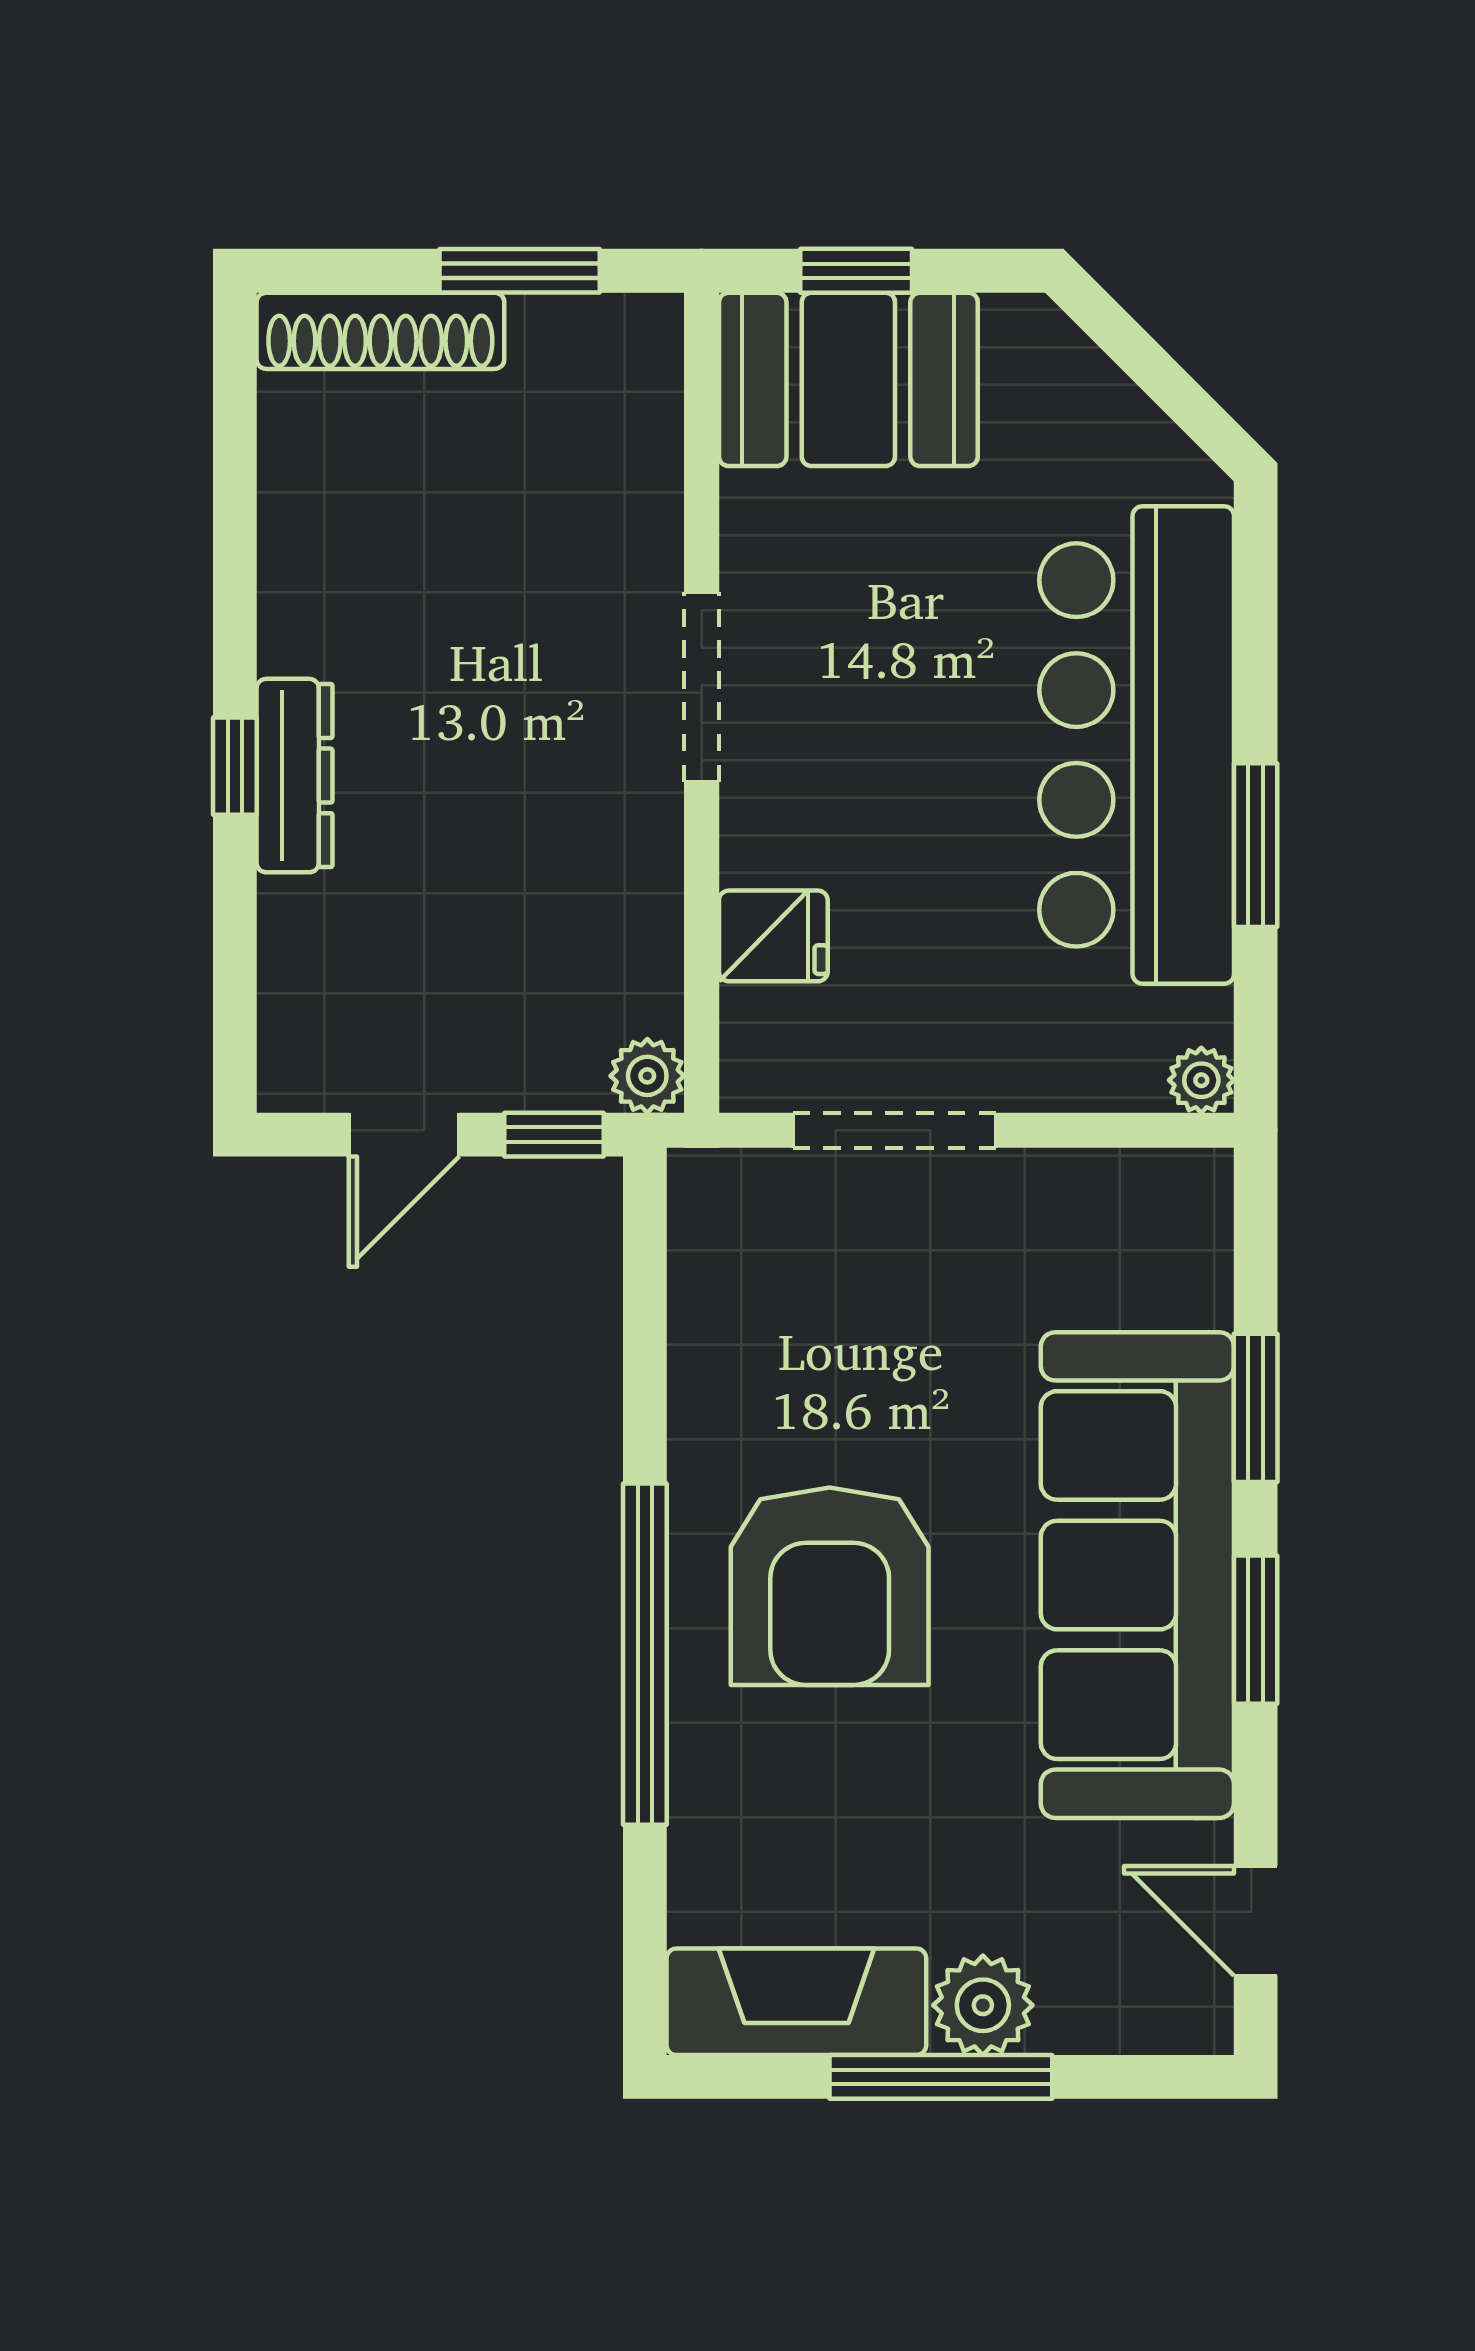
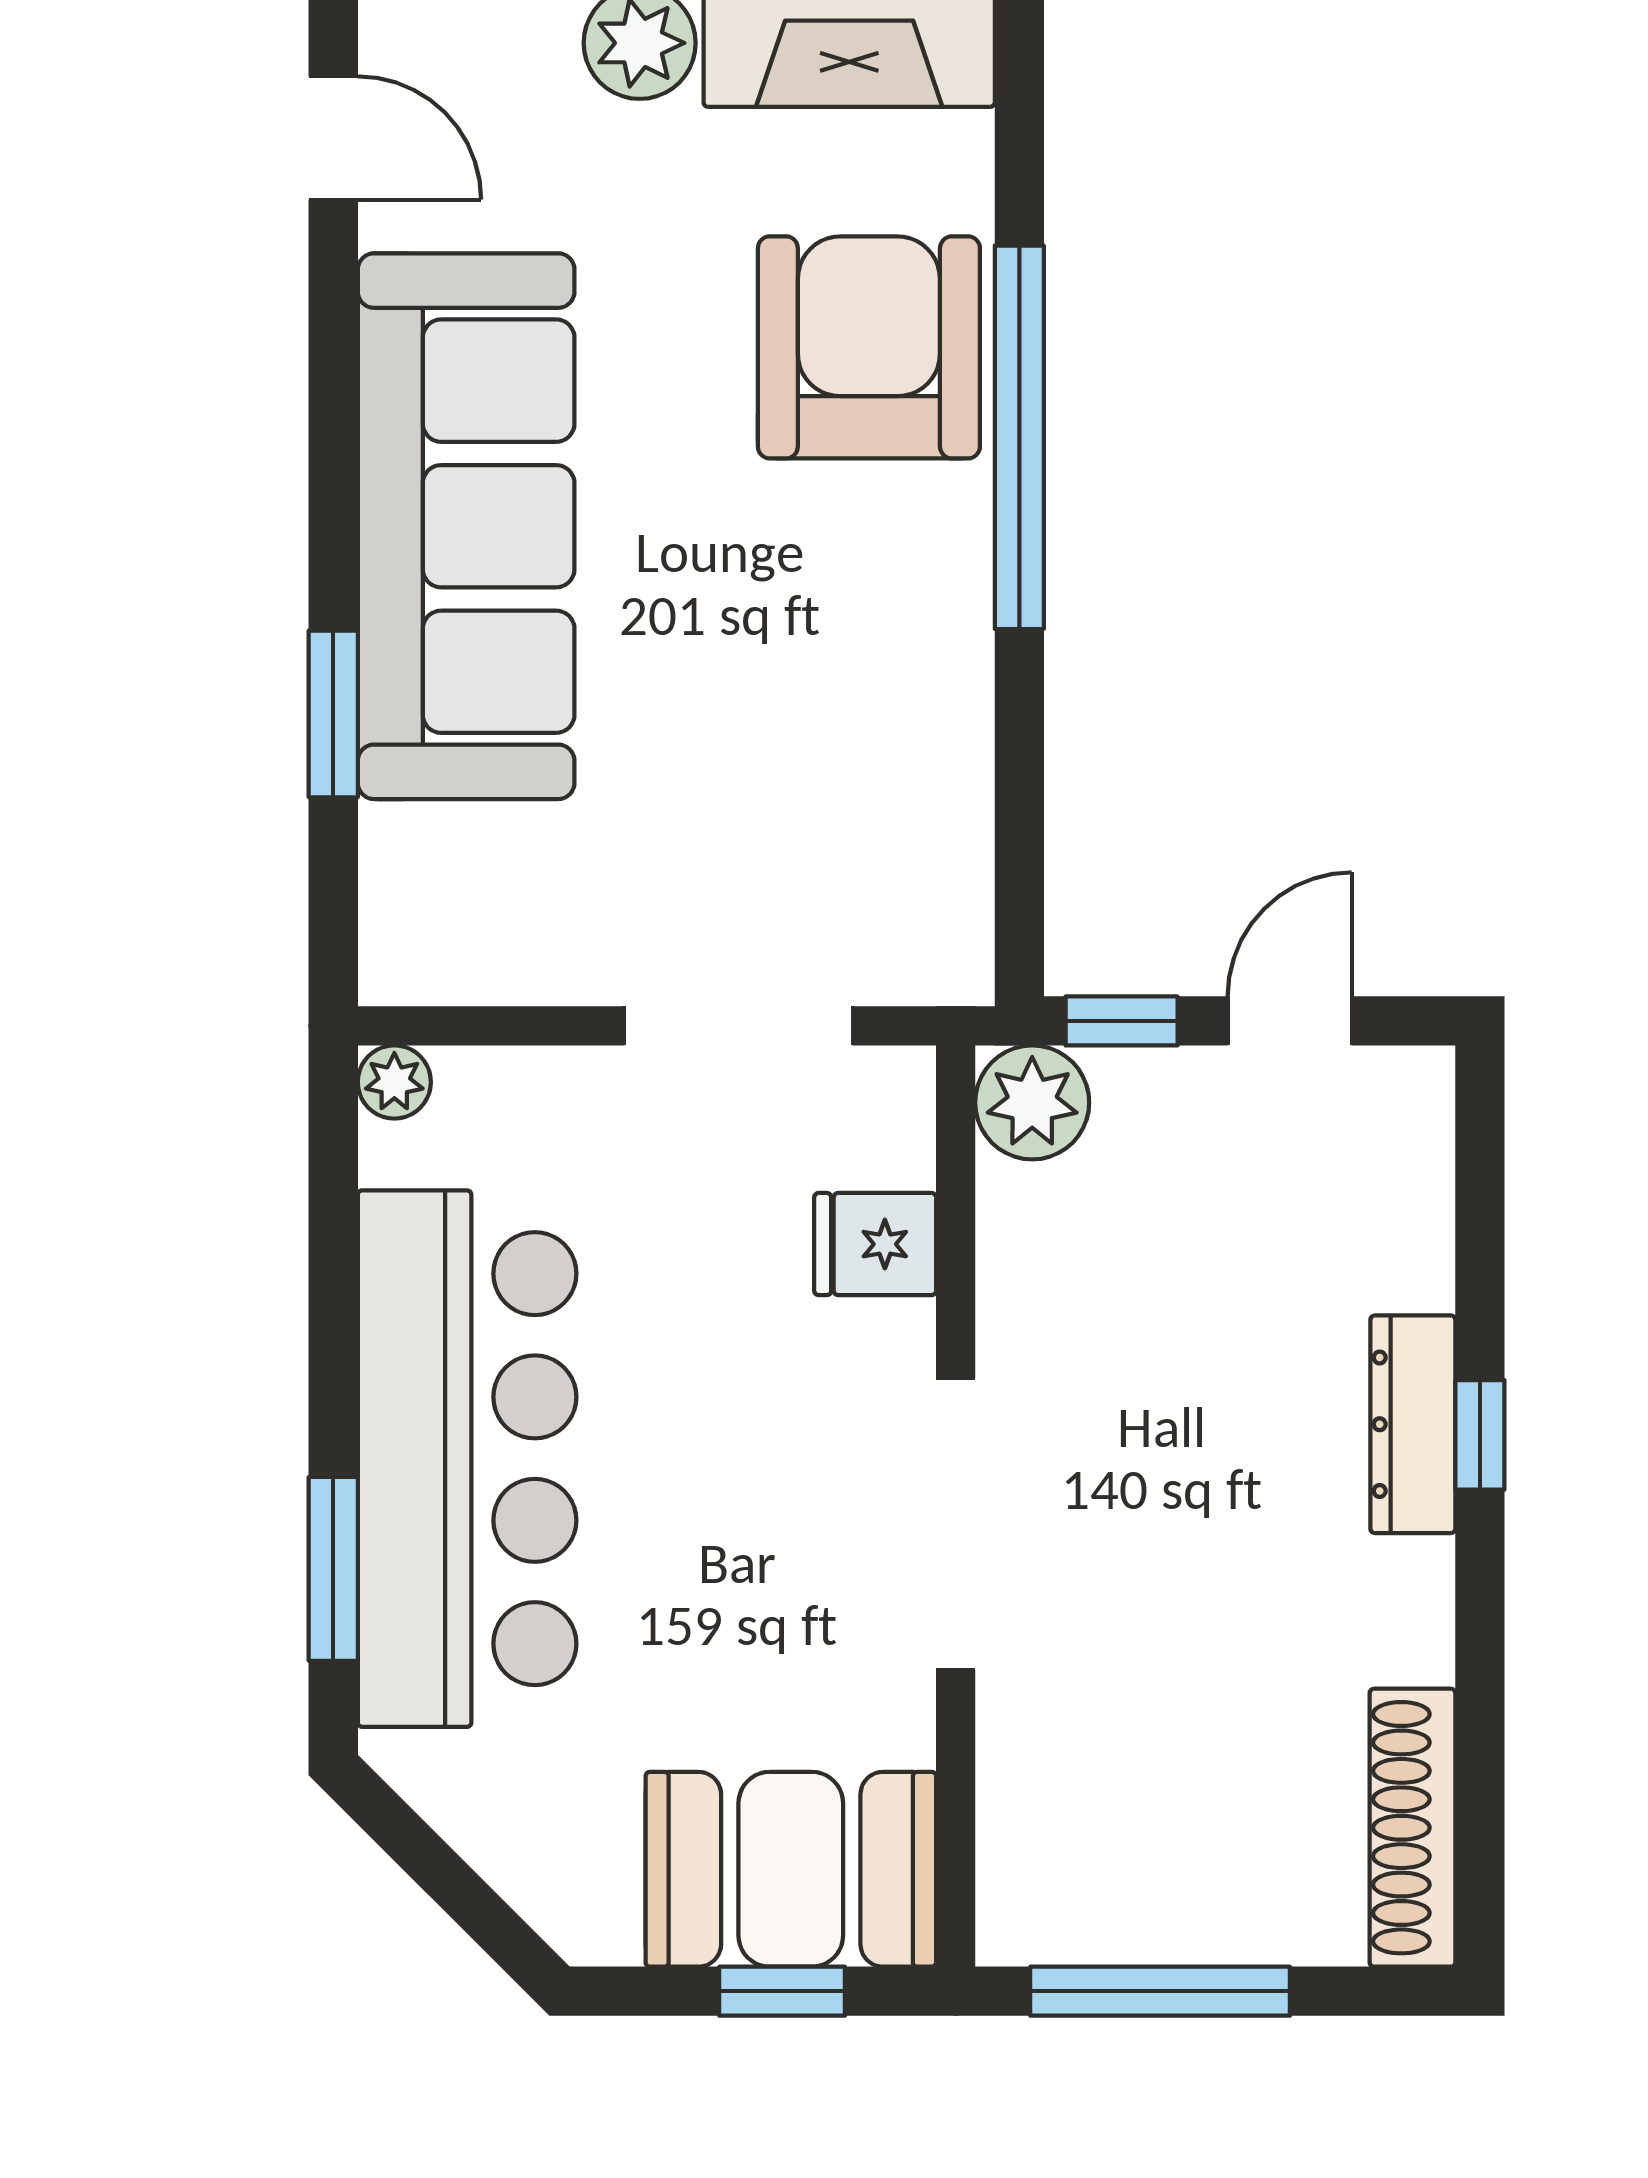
window: (520, 271) -> (1160, 1991), width x1.44
shoe rack: (380, 331) -> (1413, 1828), moved, turned -90
doorway: (702, 687) -> (956, 1524), width x1.36
window: (1256, 845) -> (333, 1569), moved
plant: (647, 1076) -> (1032, 1102), width x1.38, depth x1.38
armchair: (830, 1586) -> (869, 347), moved
window: (1256, 1630) -> (333, 465), removed

